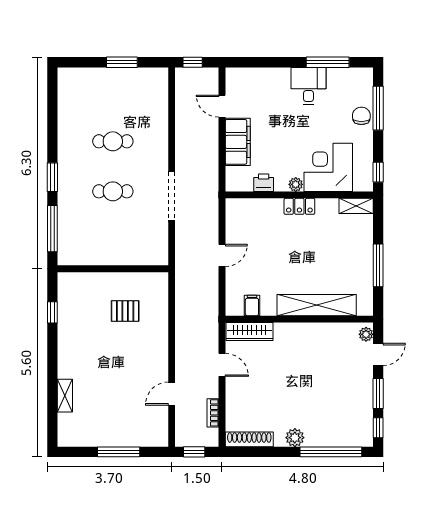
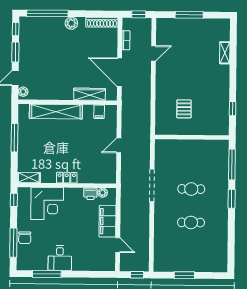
plant: (296, 184) -> (103, 193), moved
pallet: (125, 311) -> (184, 109), turned 90
wardrobe: (250, 332) -> (90, 94), moved
door: (222, 365) -> (120, 72), width x1.87

